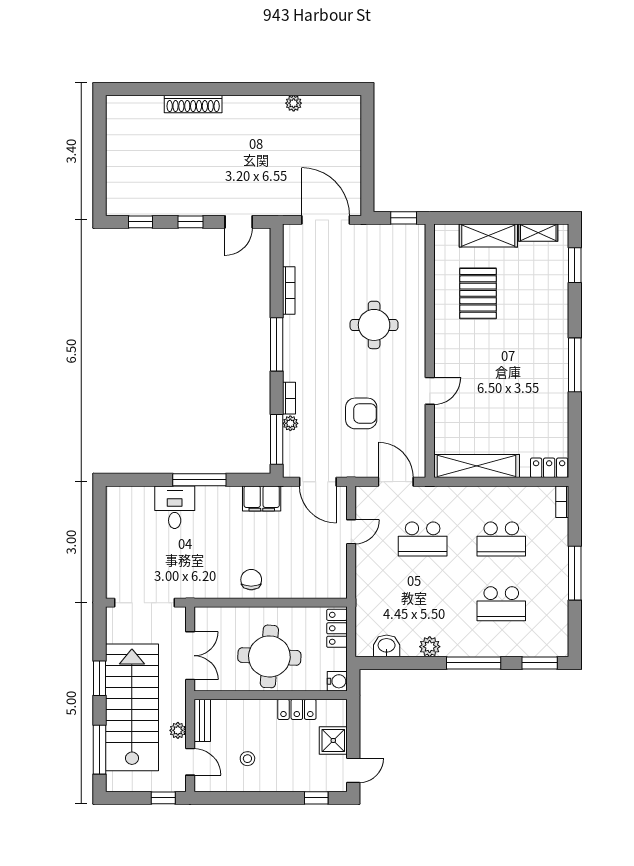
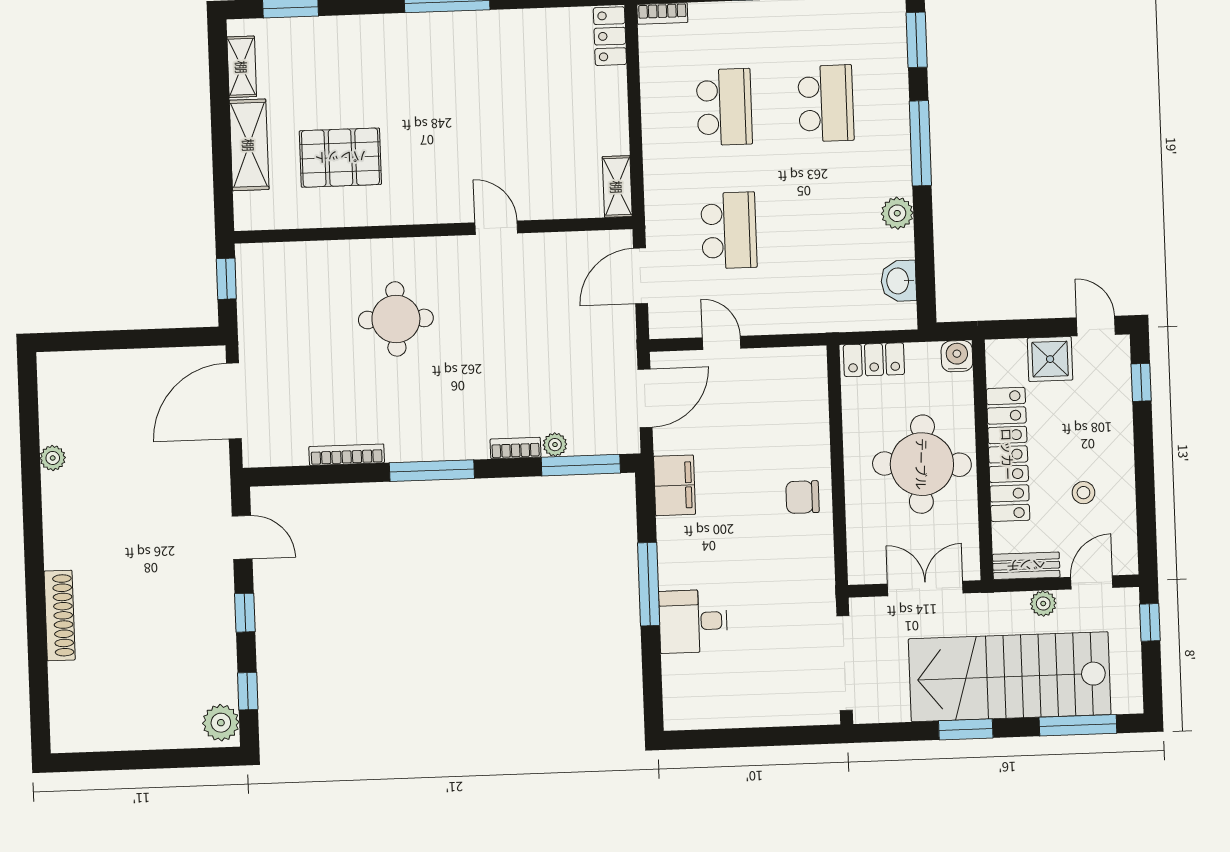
plant: (121, 204) -> (221, 723), added
armchair: (361, 413) -> (535, 334), removed
shelving: (477, 466) -> (617, 187), width x0.45, depth x0.75
locker: (297, 709) -> (1008, 454), width x2.16, depth x1.21

